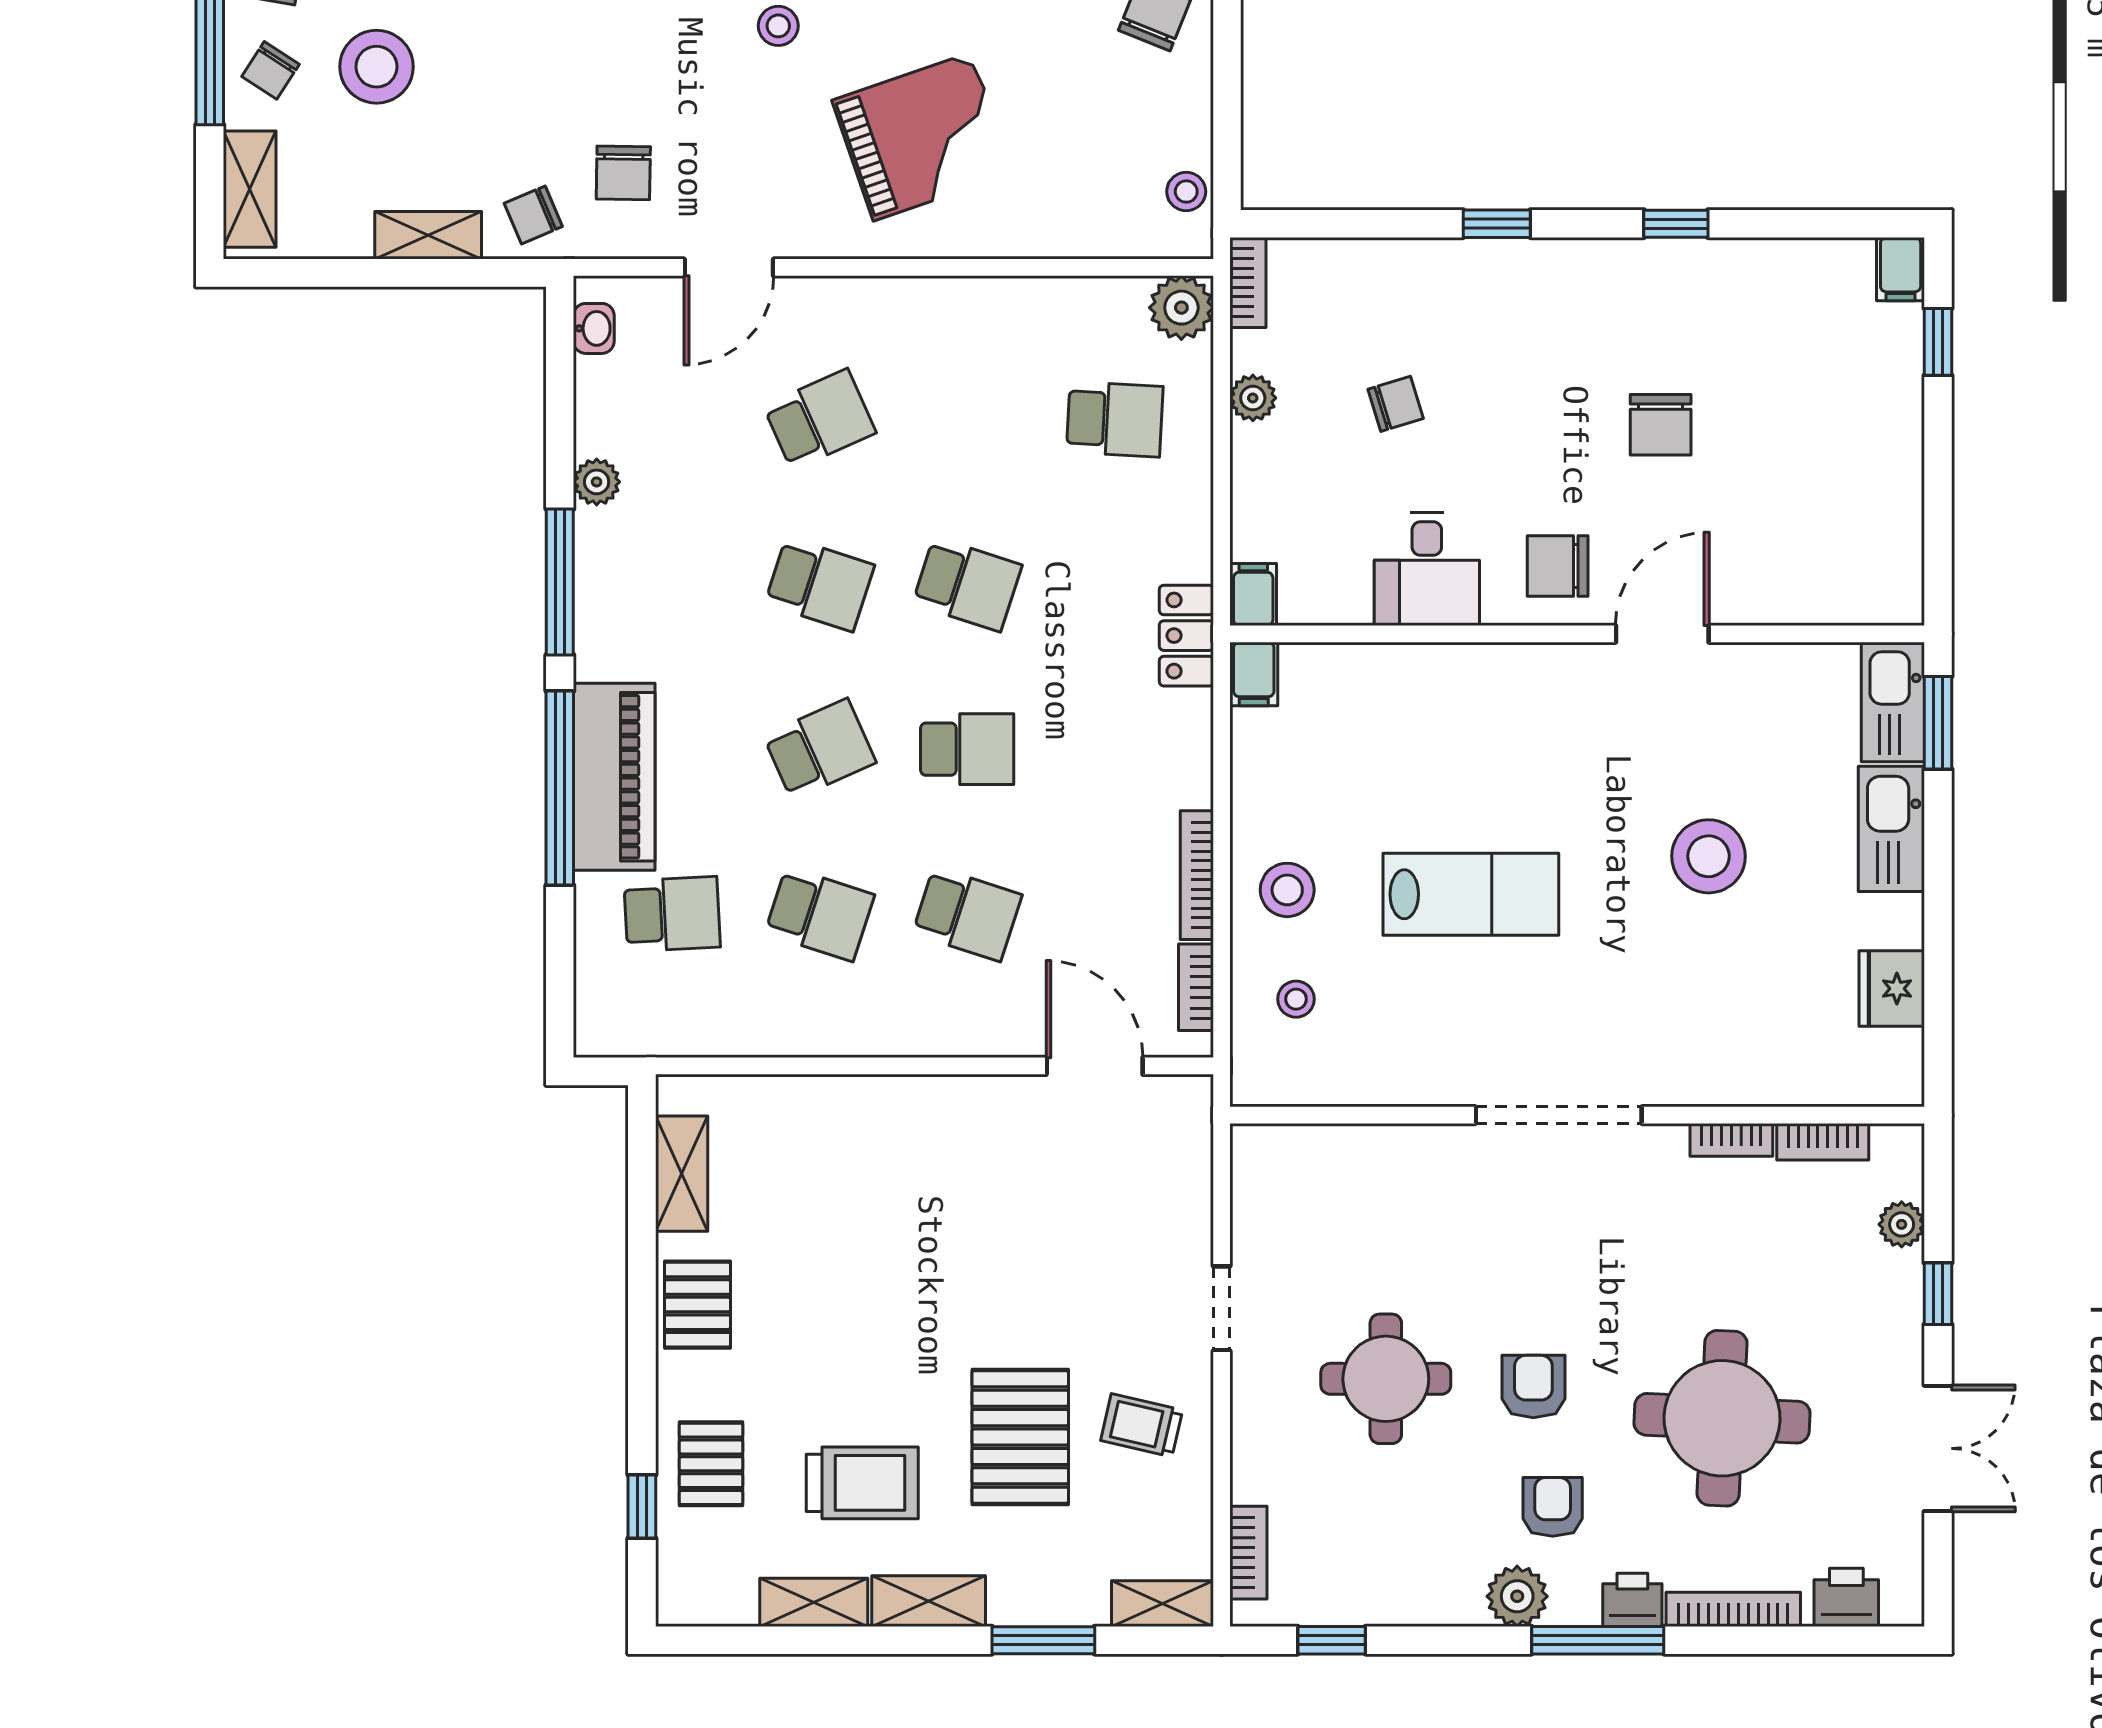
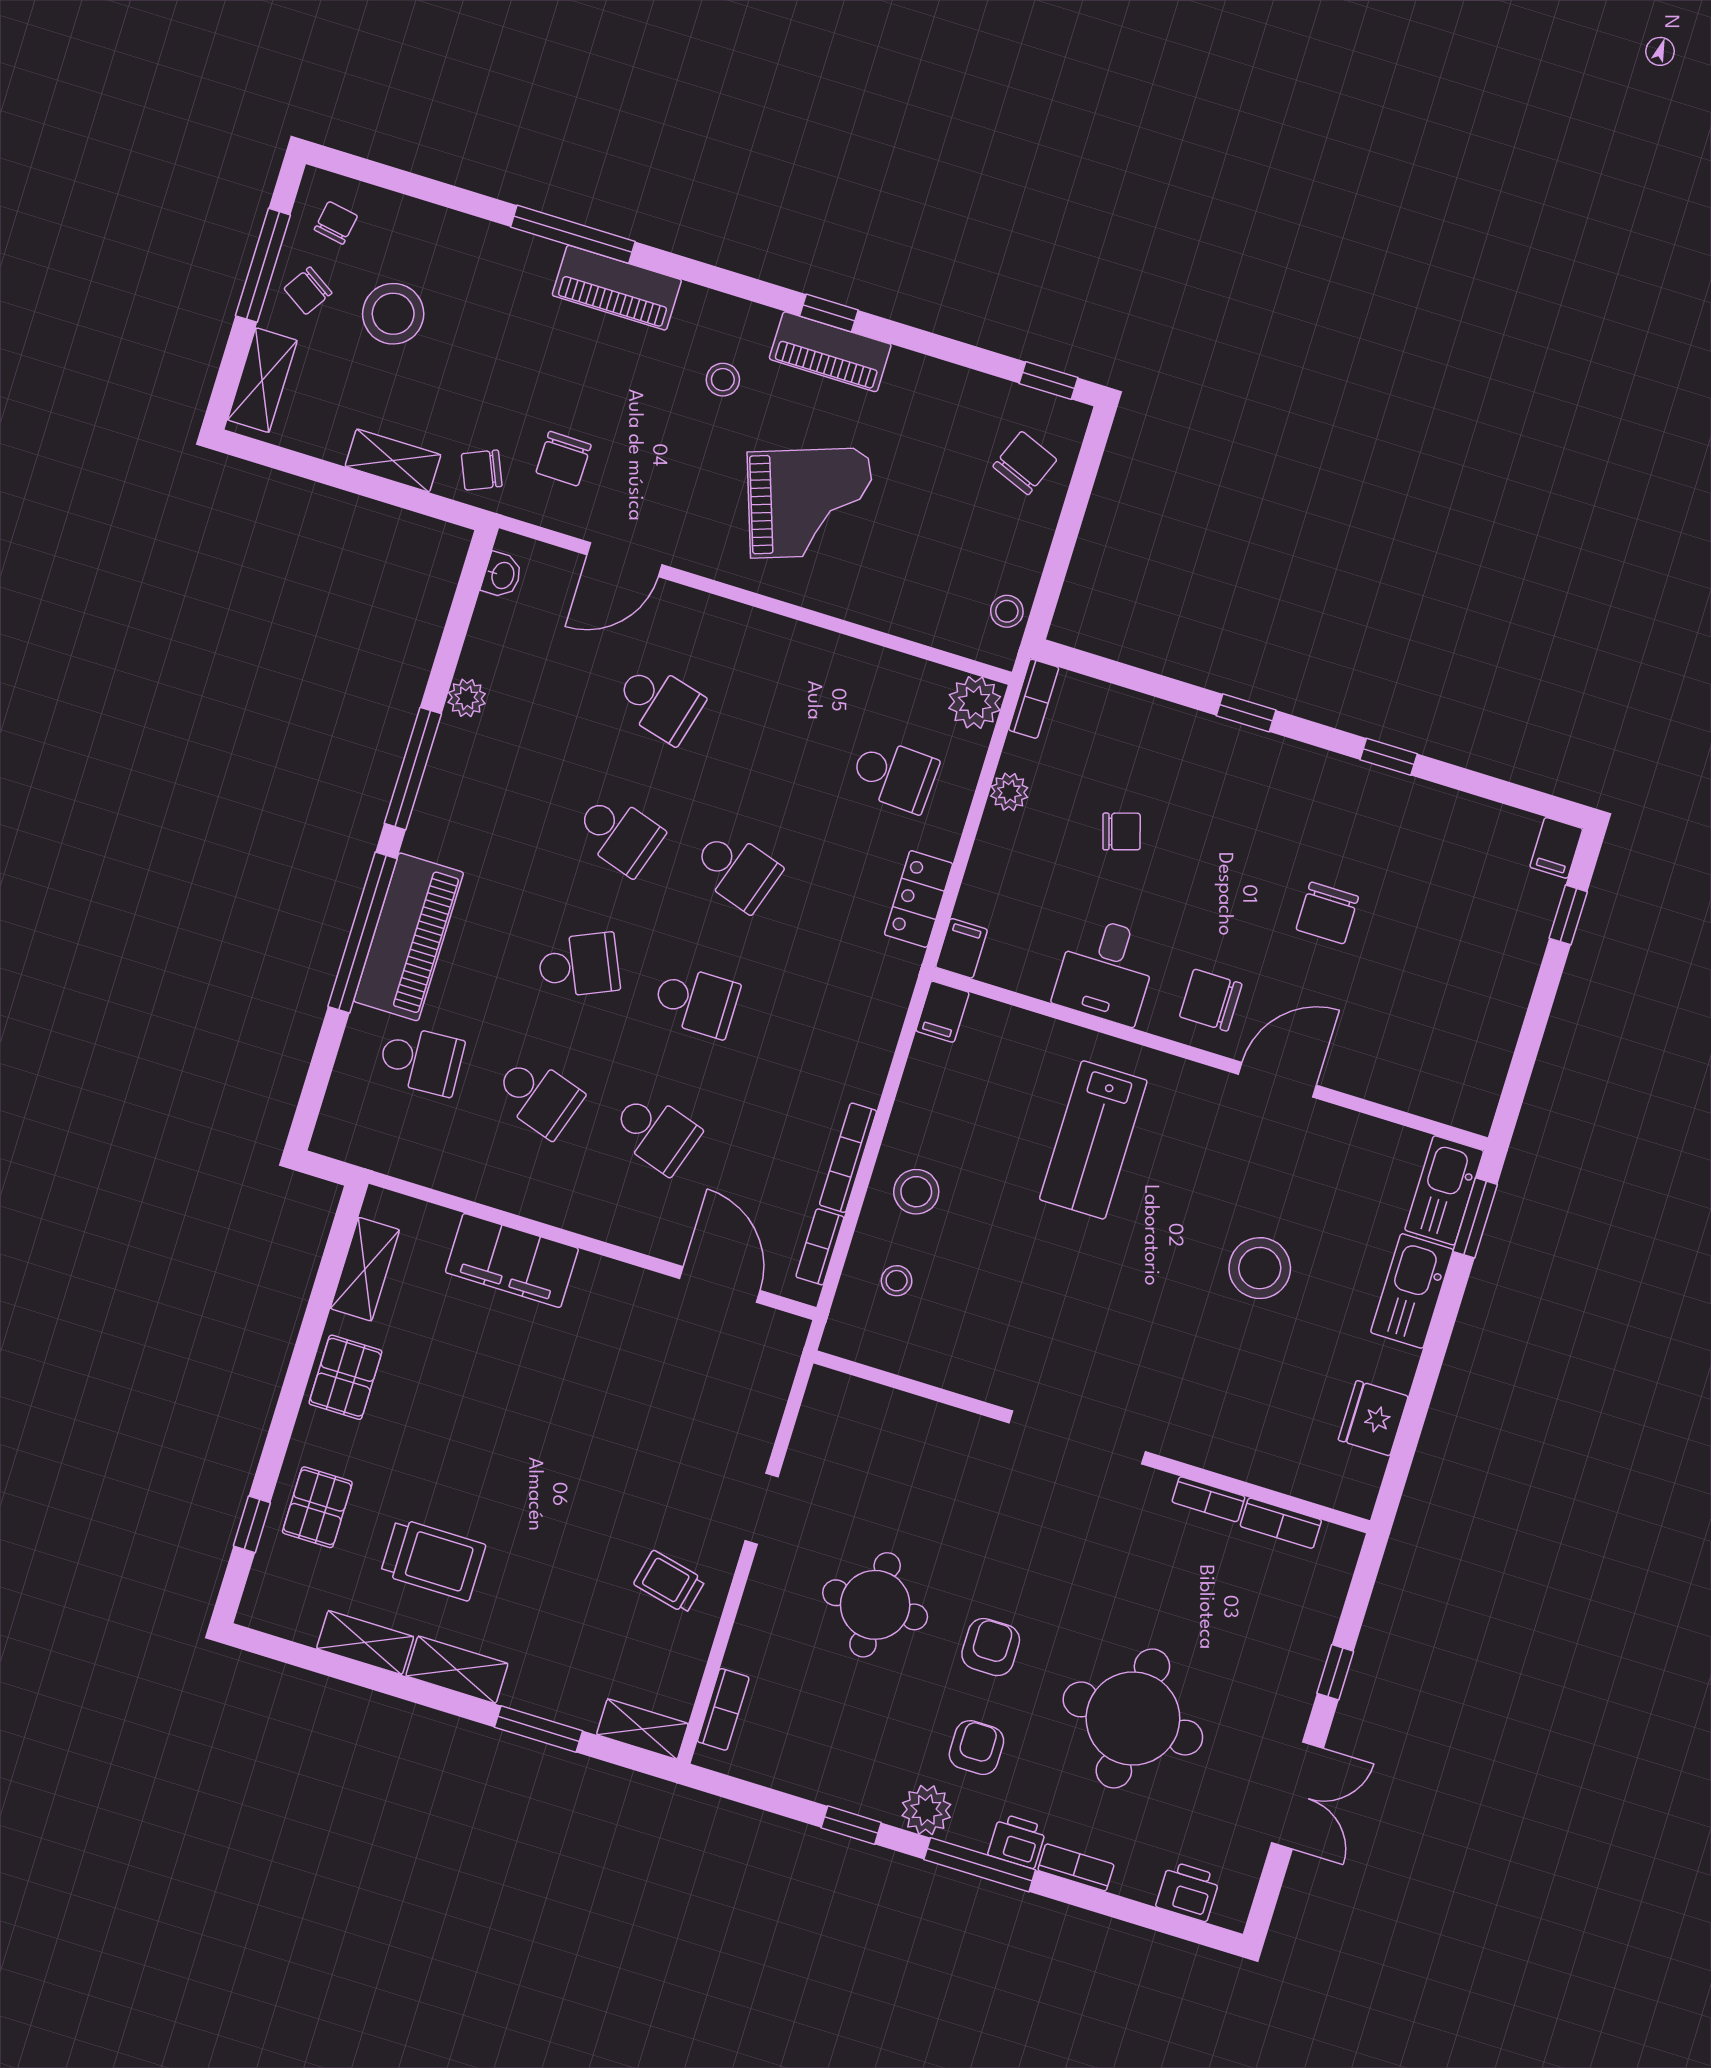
school desk: (820, 419) -> (659, 703), turned 39
locker: (1186, 636) -> (919, 899), moved
lab bench: (1471, 894) -> (1093, 1140), moved, turned 90
filing cabinet: (847, 1112) -> (512, 1260), added
plant: (1902, 1224) -> (1323, 1608), removed
pallet: (1020, 1437) -> (570, 1562), removed
bookcase: (1733, 1609) -> (1076, 1867), width x0.64
window: (1332, 1640) -> (851, 1825), moved

